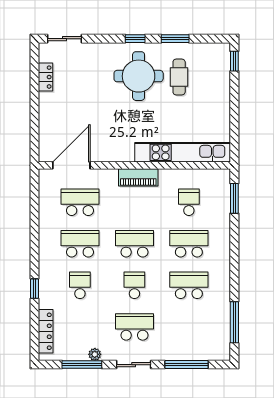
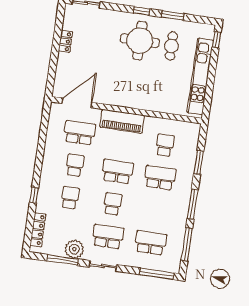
locker: (46, 77) -> (65, 41), moved
kitchen unit: (183, 152) -> (200, 76), moved, turned -90
piano: (138, 177) -> (122, 121), width x1.37, depth x1.33
window: (234, 198) -> (199, 162), moved
school desk: (80, 244) -> (75, 165), width x0.54
window: (234, 271) -> (193, 204), added
school desk: (189, 285) -> (151, 243), moved
plant: (95, 354) -> (74, 249), width x1.87, depth x1.87
window: (186, 365) -> (157, 274), moved

